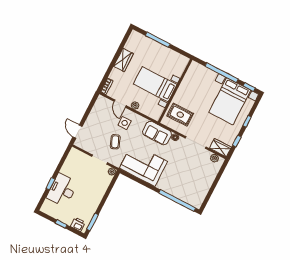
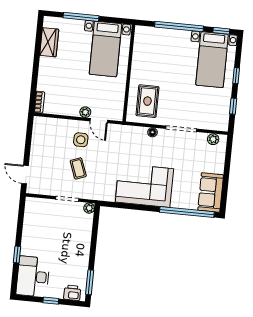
wardrobe: (123, 60) -> (49, 42), moved
bed with nightstands: (155, 84) -> (105, 49), moved, turned -90
bed with nightstands: (230, 101) -> (212, 60), width x0.73
door: (120, 104) -> (99, 121), moved
rug: (180, 115) -> (147, 101), turned 90
sofa: (157, 133) -> (211, 192), moved, turned 90
wardrobe: (220, 148) -> (215, 123), removed
corner sofa: (143, 165) -> (144, 185), moved
desk: (62, 190) -> (33, 277), moved

